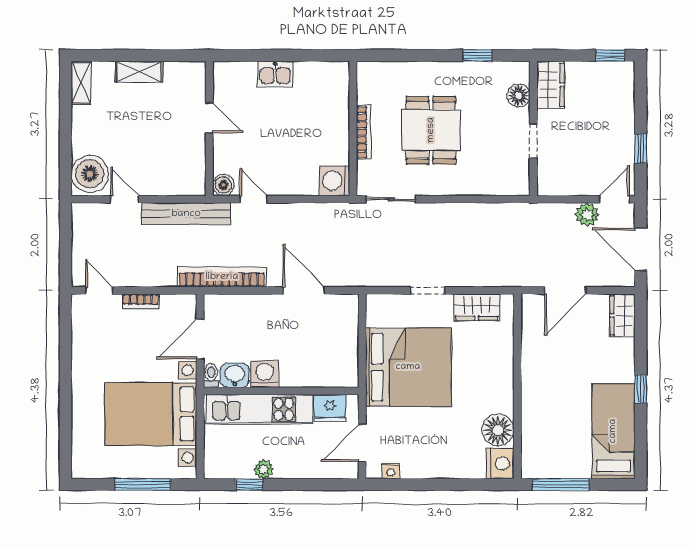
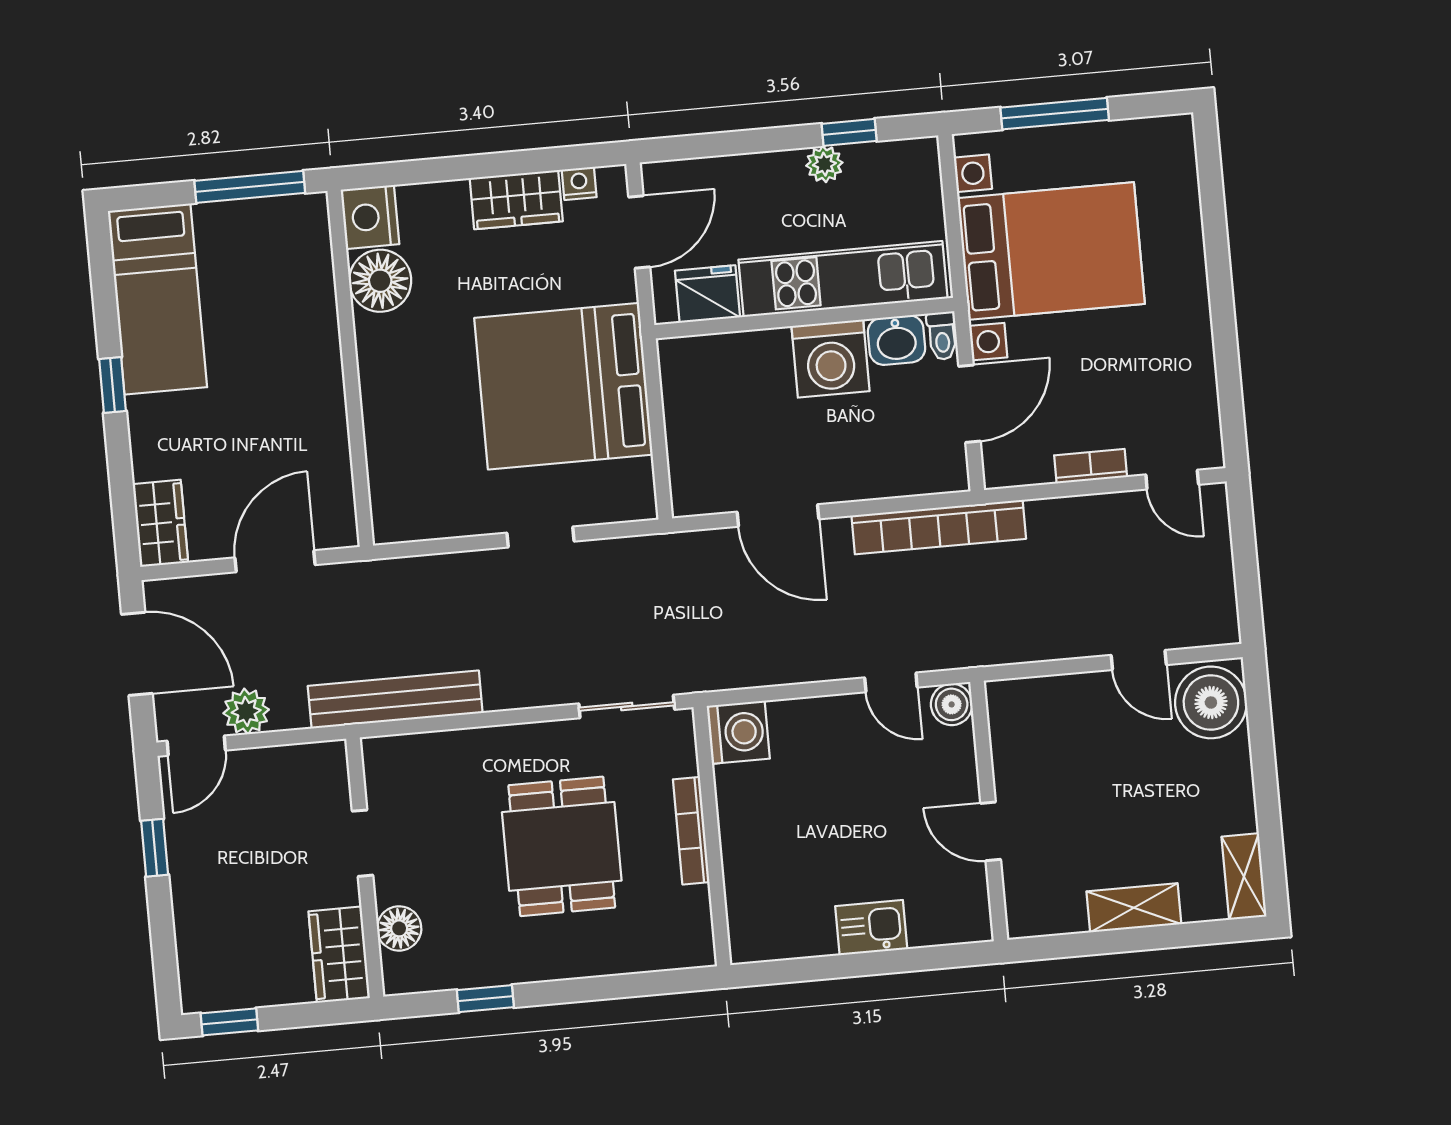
bench: (186, 214) -> (395, 699), moved
wardrobe: (477, 307) -> (516, 200), moved, turned 180
washing machine: (265, 374) -> (830, 359), width x1.37, depth x1.37

